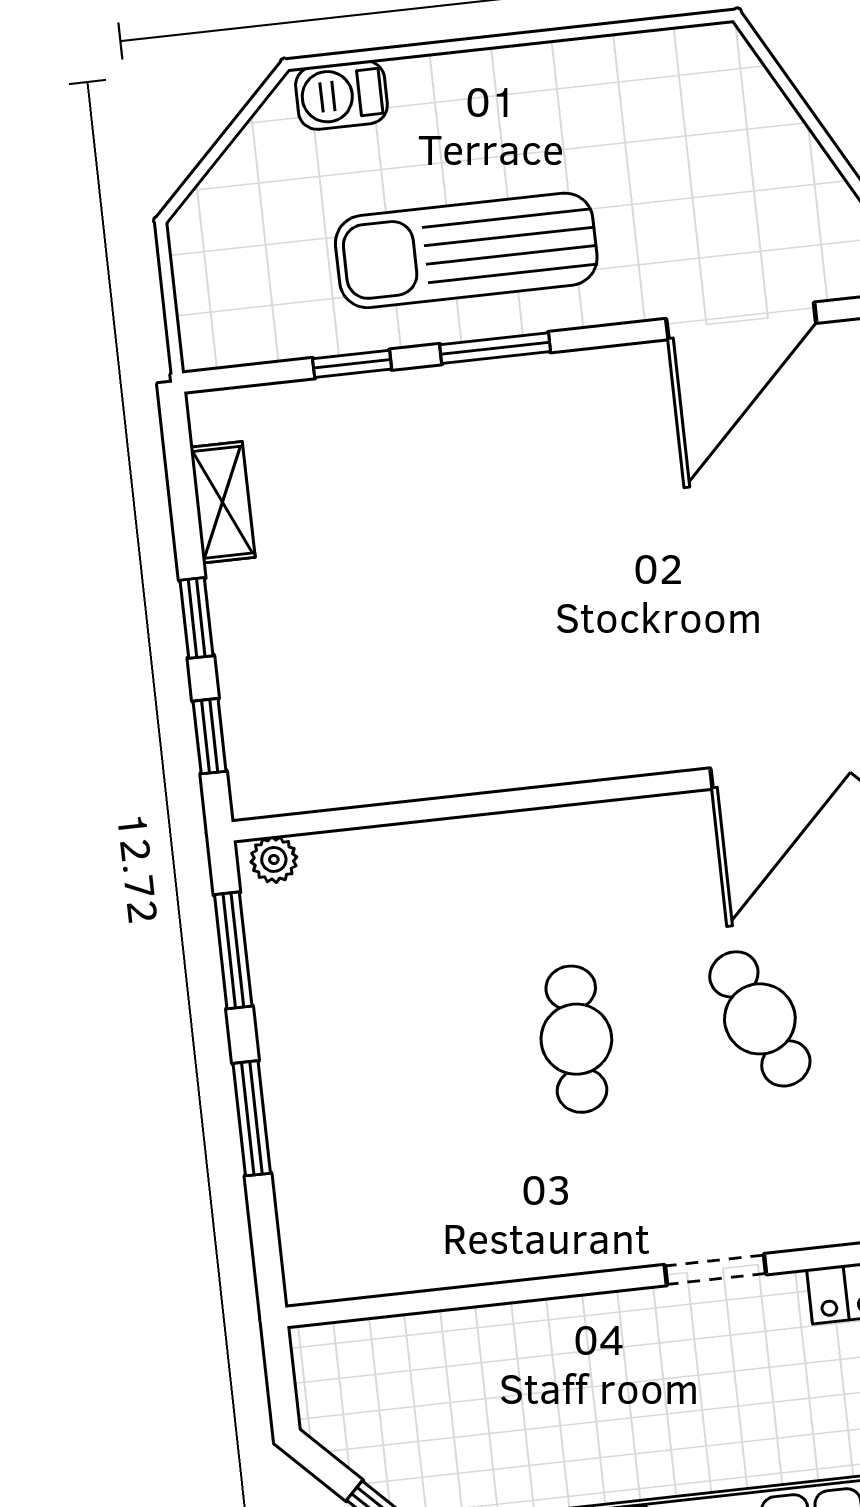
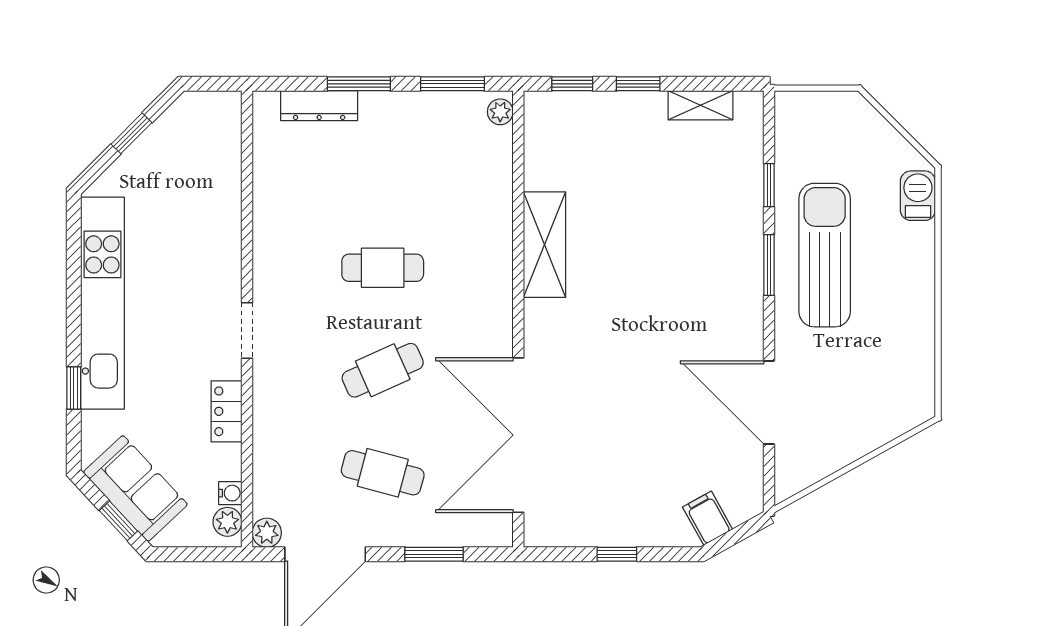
shelving: (503, 754) -> (545, 245), added
dresser: (299, 1185) -> (319, 106), added

